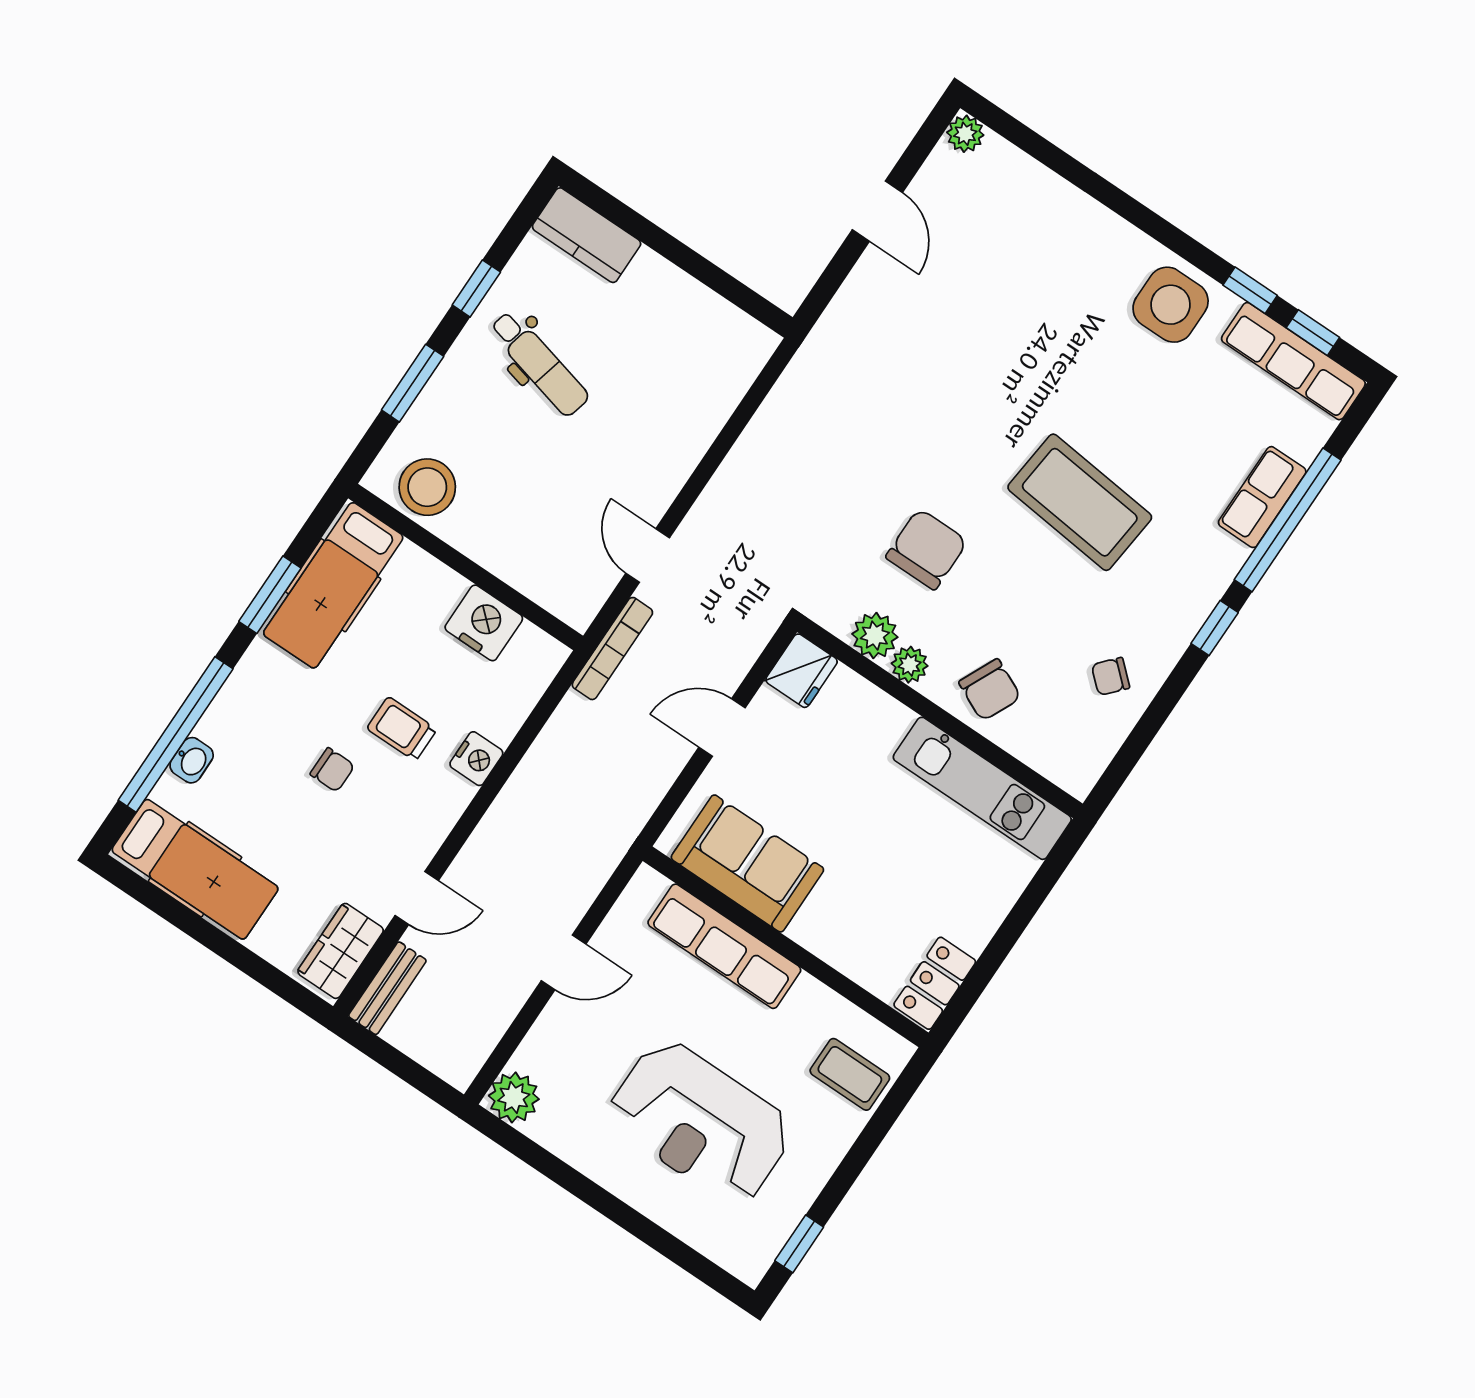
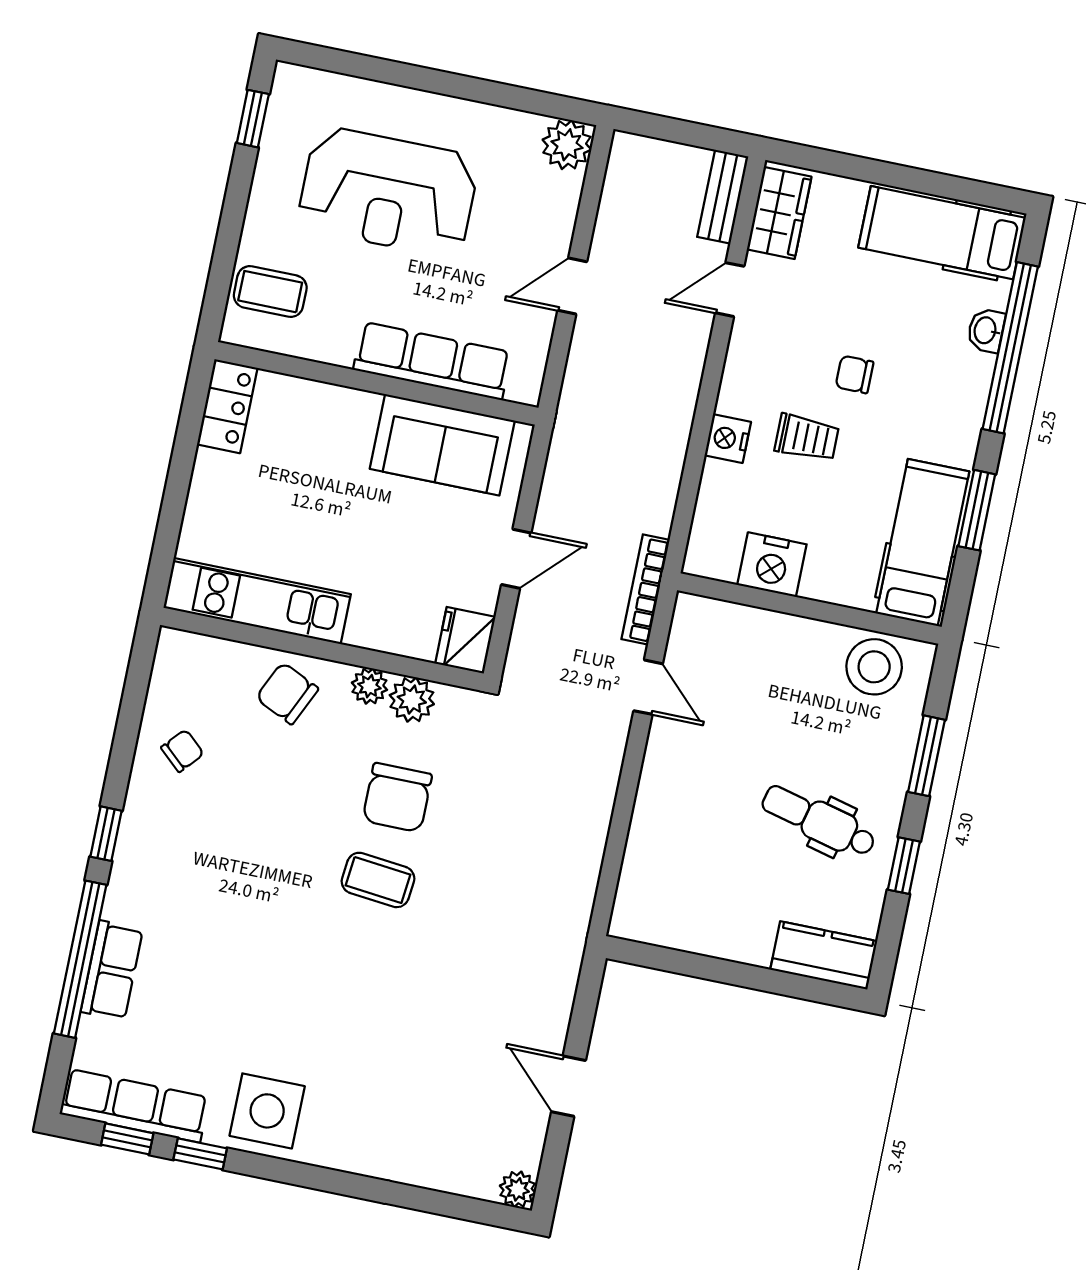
coffee table: (1080, 502) -> (378, 880), moved, width x0.54, depth x0.58
reception desk: (700, 1122) -> (388, 192), turned 180

